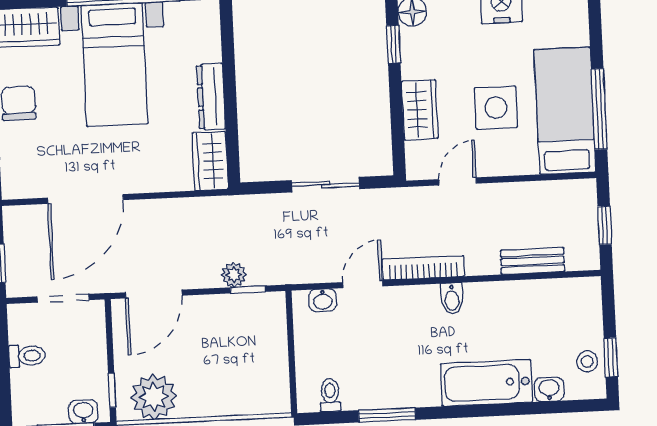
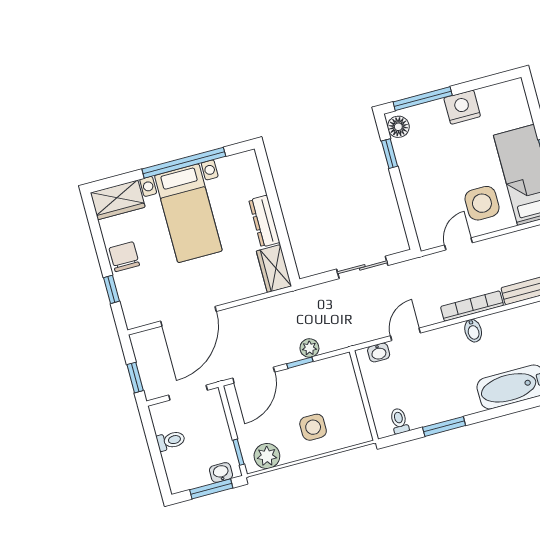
side table: (496, 108) -> (482, 203), moved
wardrobe: (420, 110) -> (419, 197), removed
bookcase: (423, 268) -> (472, 306), moved
window: (248, 290) -> (300, 363), moved
side table: (216, 379) -> (313, 427), added
plant: (154, 397) -> (267, 456), width x0.73, depth x0.73

